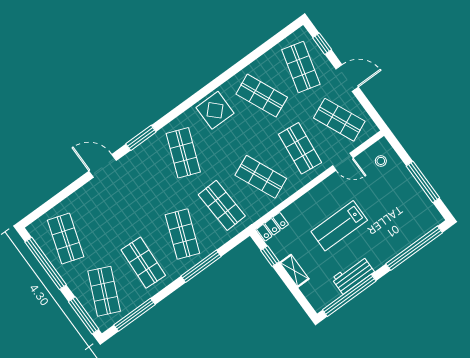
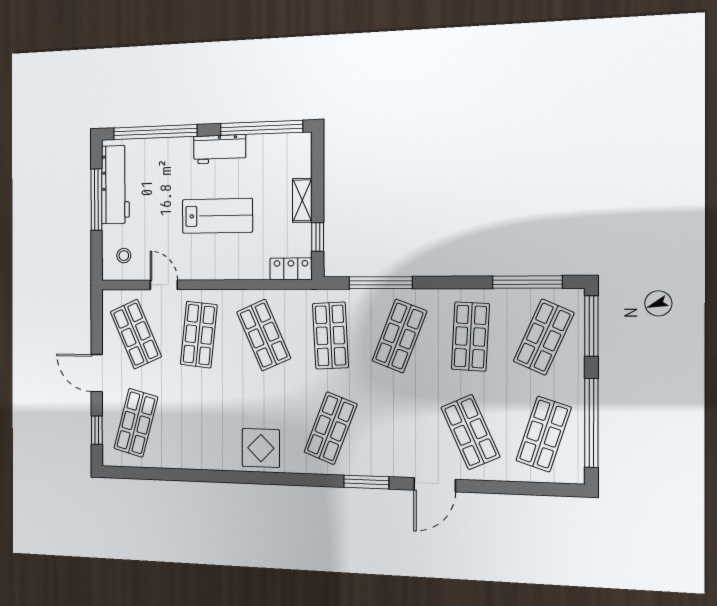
shop shelf: (262, 96) -> (470, 432), moved
door: (103, 166) -> (435, 485), hinge flipped
workbench: (417, 199) -> (115, 185), added
window: (201, 266) -> (380, 283), moved
workbench: (353, 275) -> (220, 149), moved

